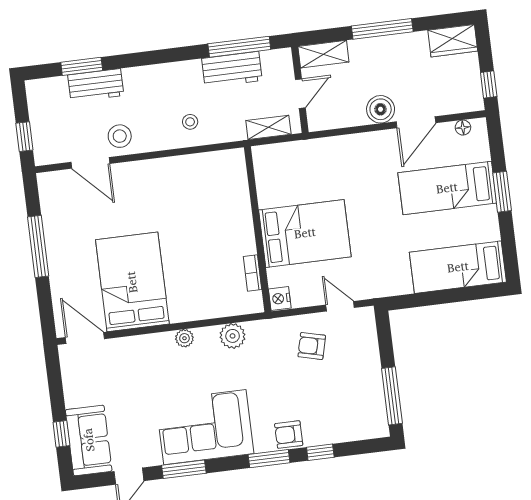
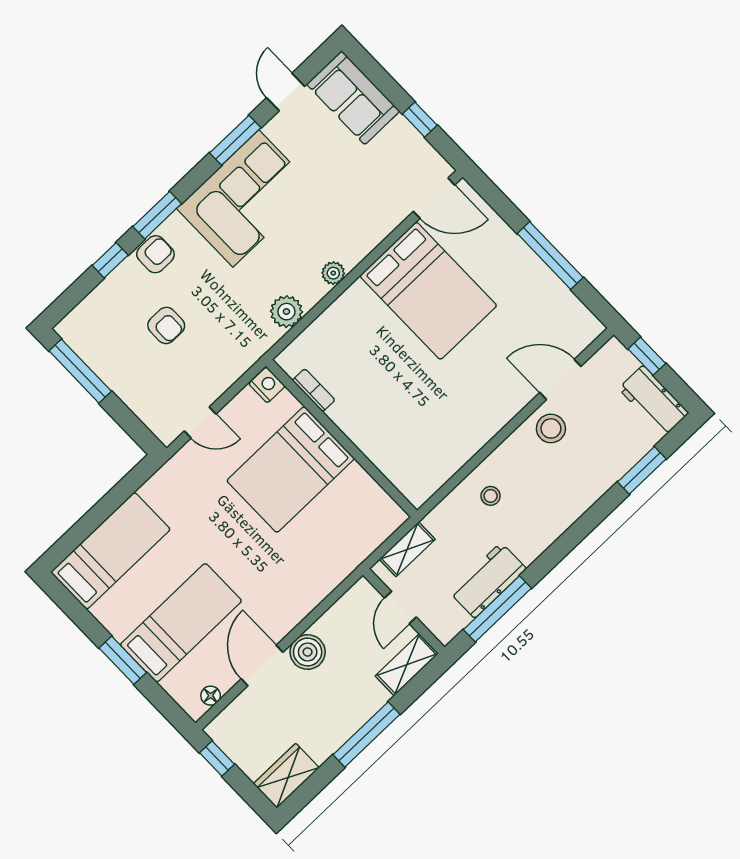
workbench: (96, 85) -> (654, 401), moved, turned -90
armchair: (312, 346) -> (166, 325), moved, turned 76
window: (61, 434) -> (420, 120), moved

